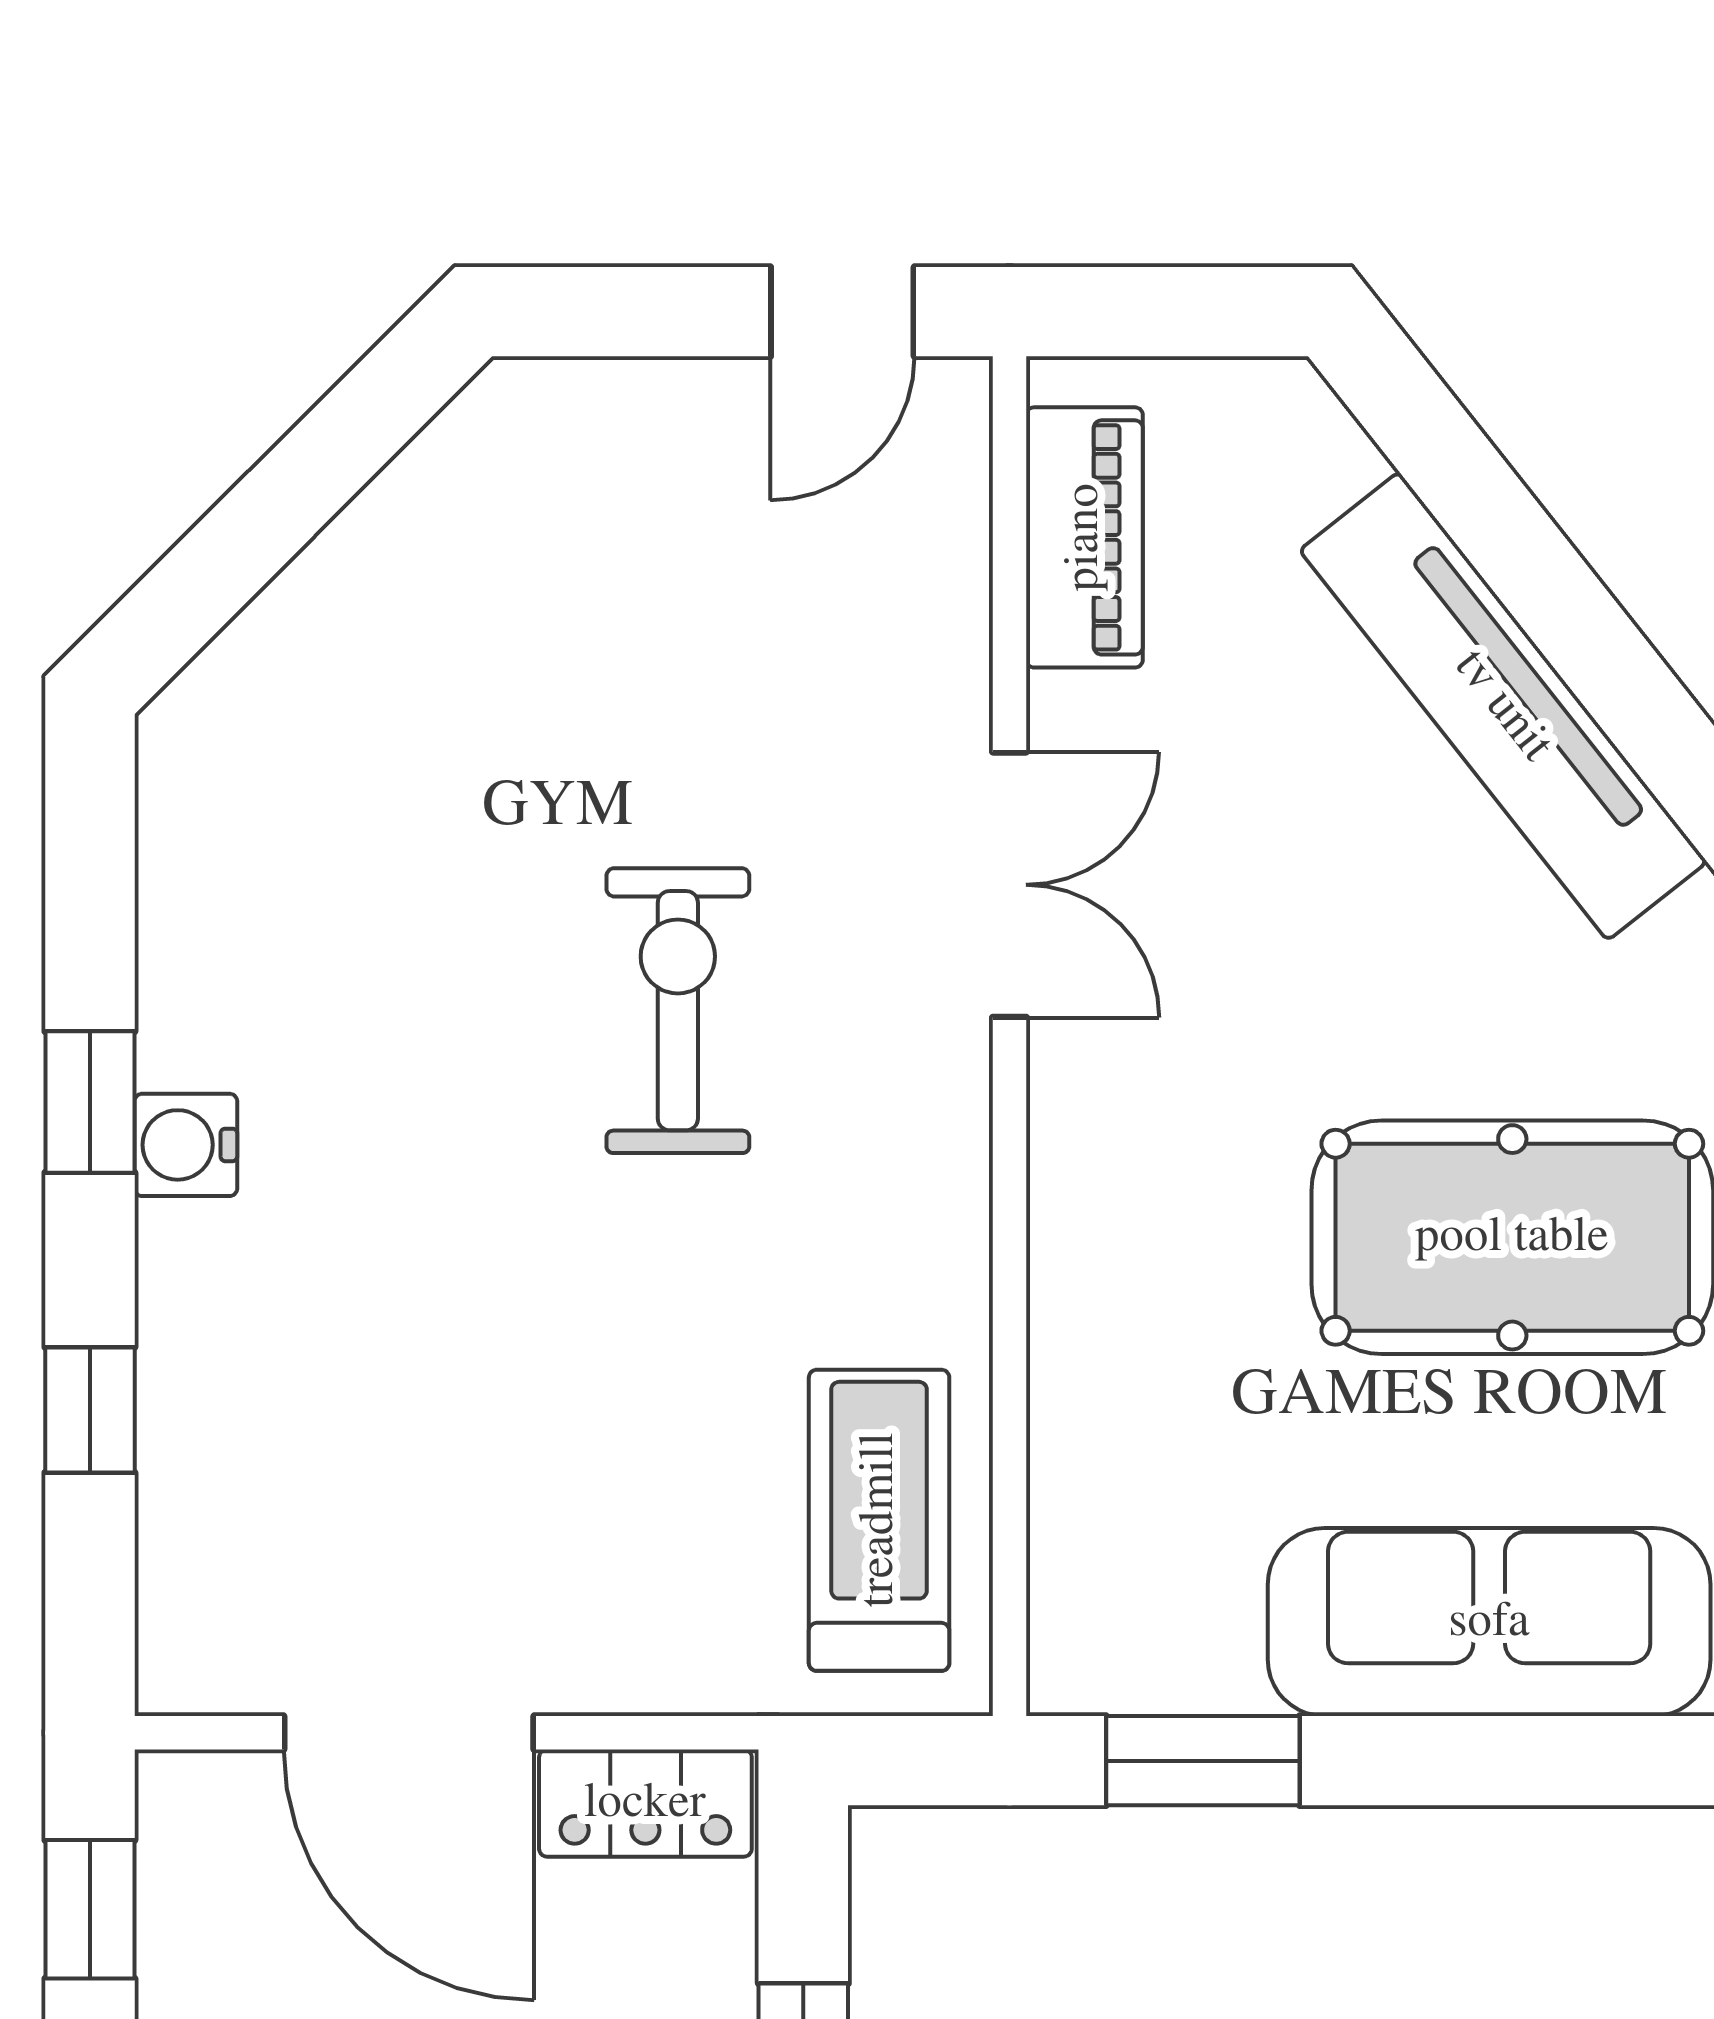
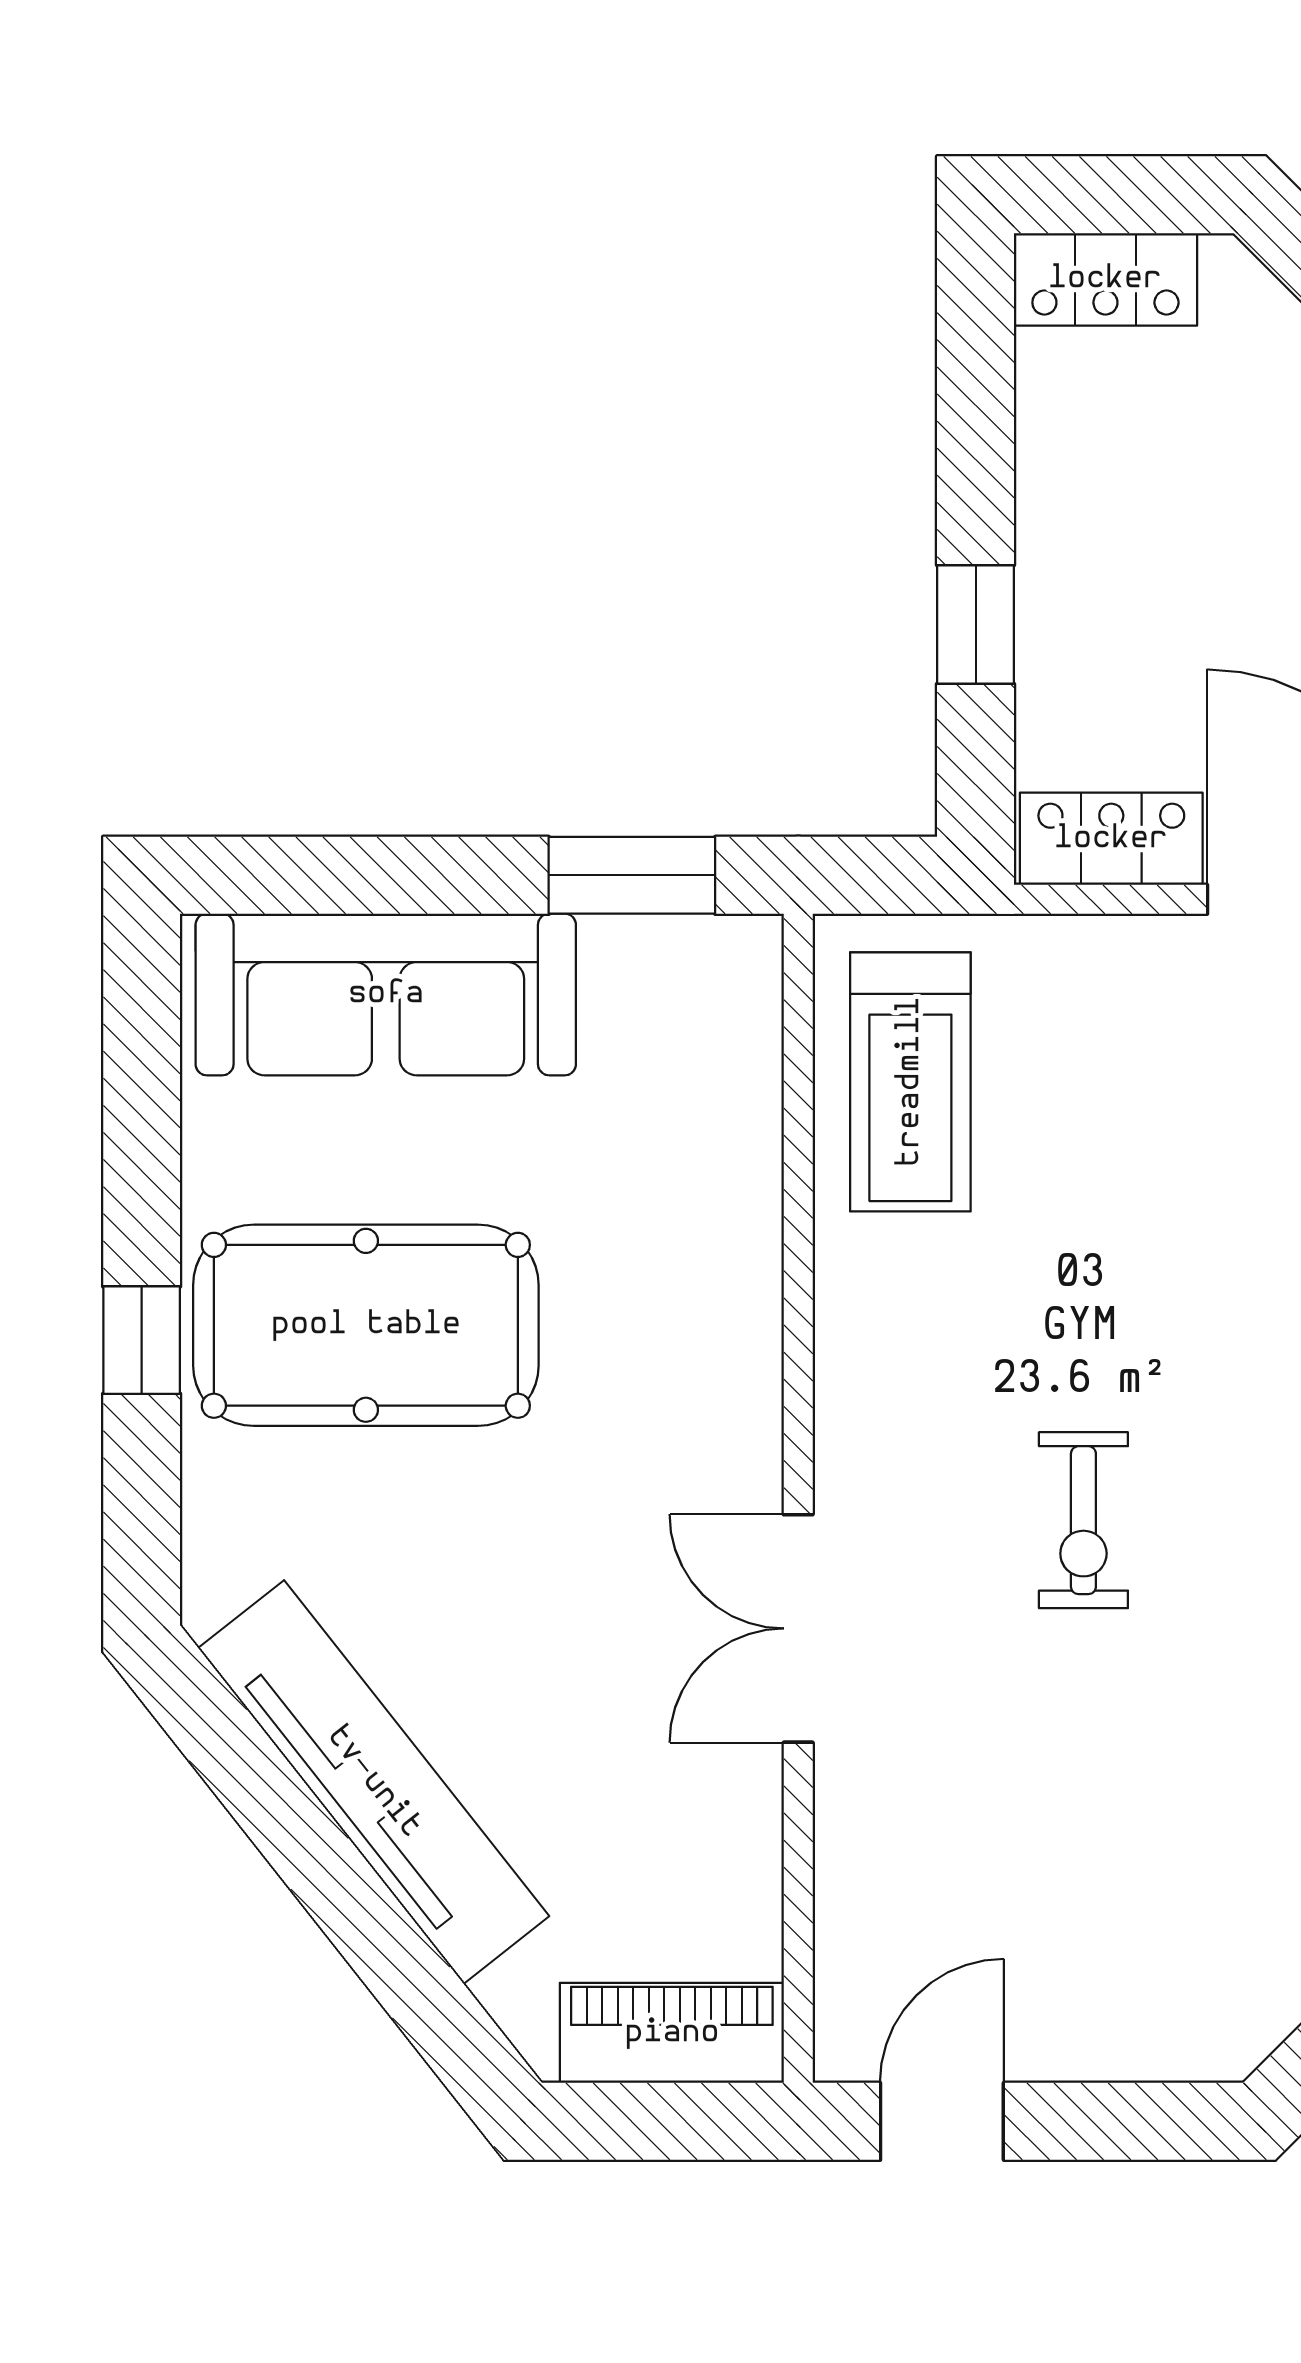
piano: (1084, 537) -> (672, 2033), moved, turned 90
exercise bike: (678, 1011) -> (1083, 1520), width x0.73, depth x0.72

